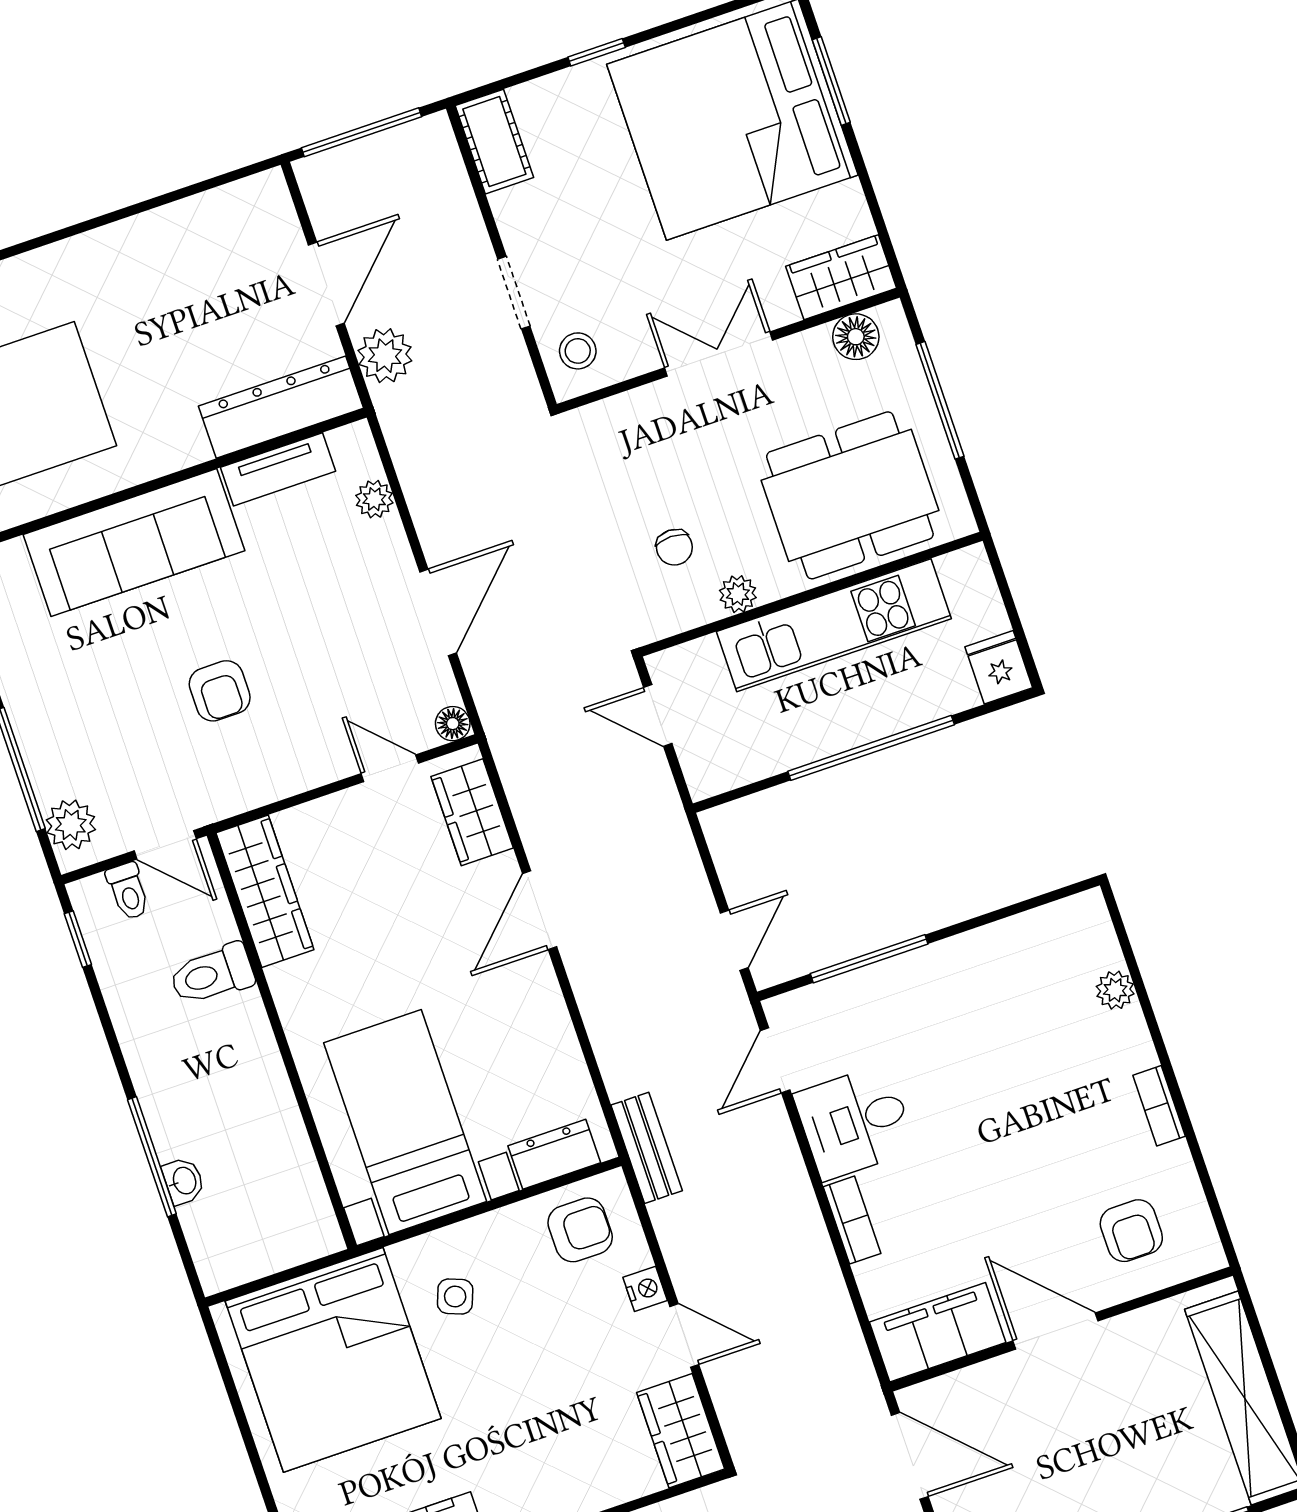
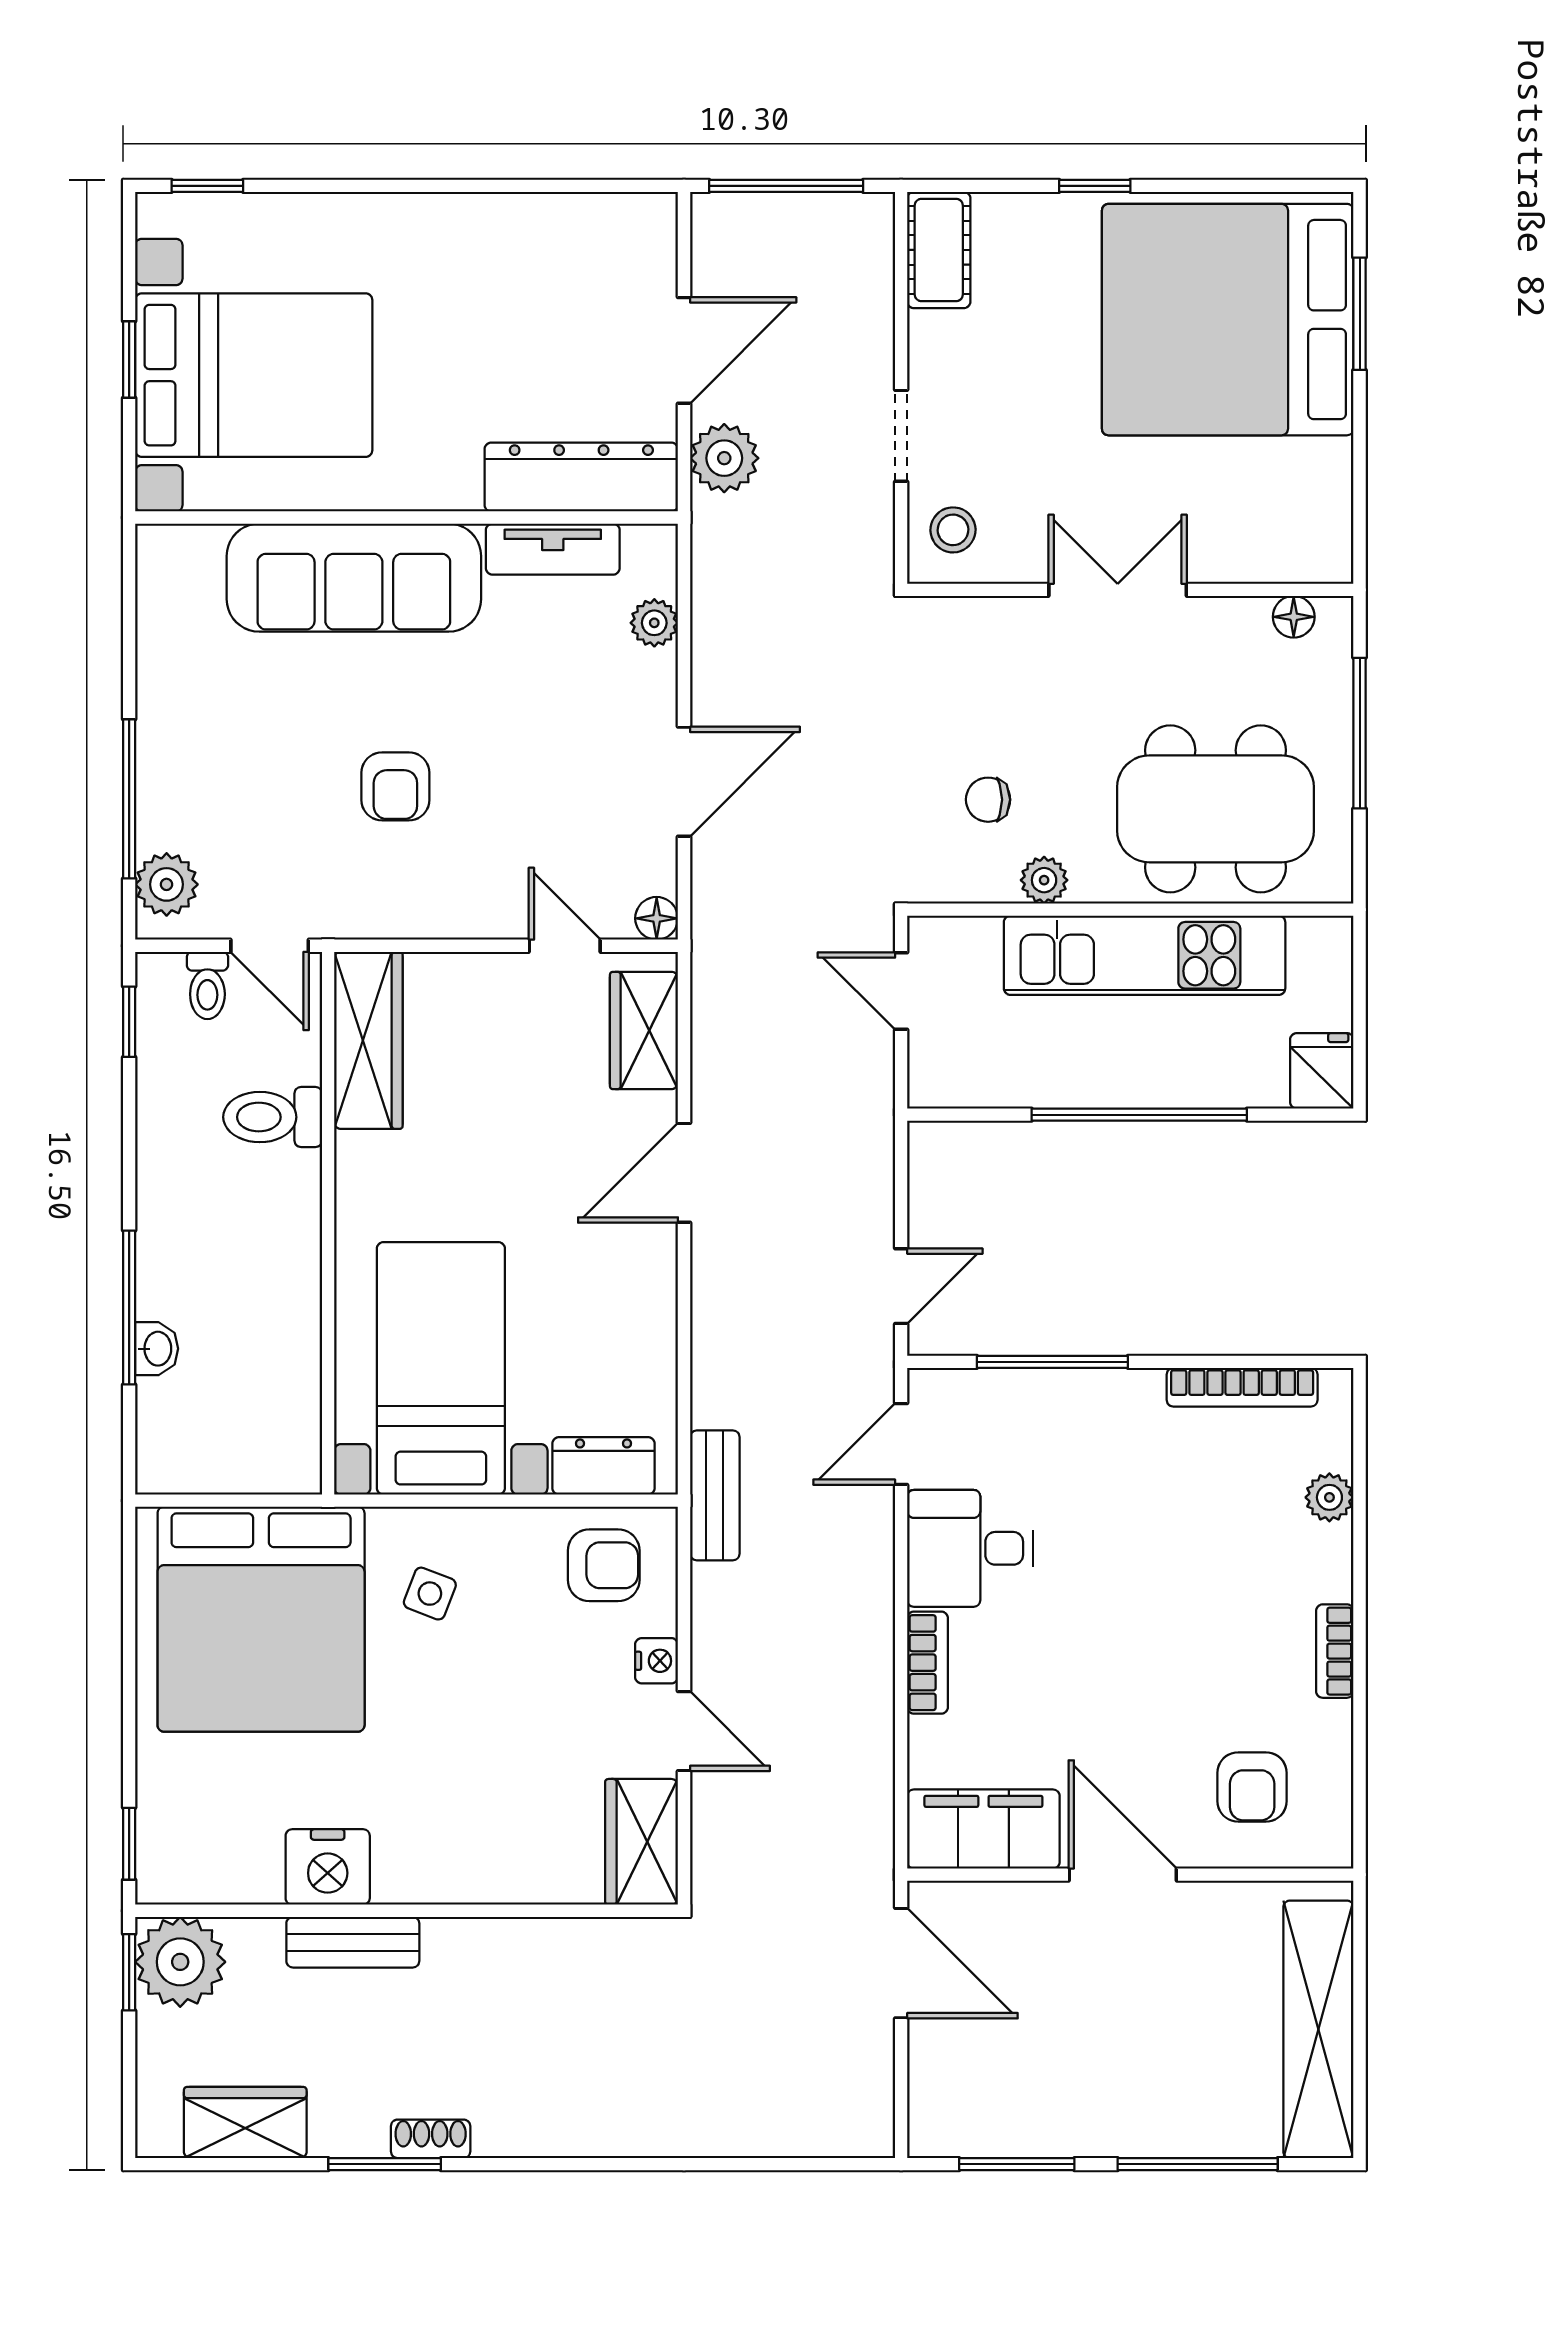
wardrobe: (841, 277) -> (1293, 549), removed
floor lamp: (856, 337) -> (1294, 617), width x0.73, depth x0.73
chair: (674, 547) -> (988, 800), turned 90
bookcase: (1020, 929) -> (1242, 1387), added

